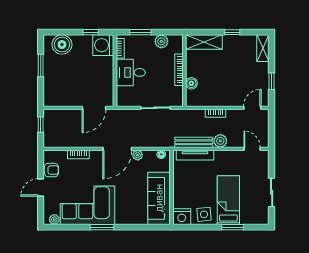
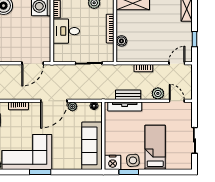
plant: (220, 141) -> (158, 93), moved
bench: (194, 142) -> (128, 95), width x0.73
window: (232, 227) -> (129, 172), moved

